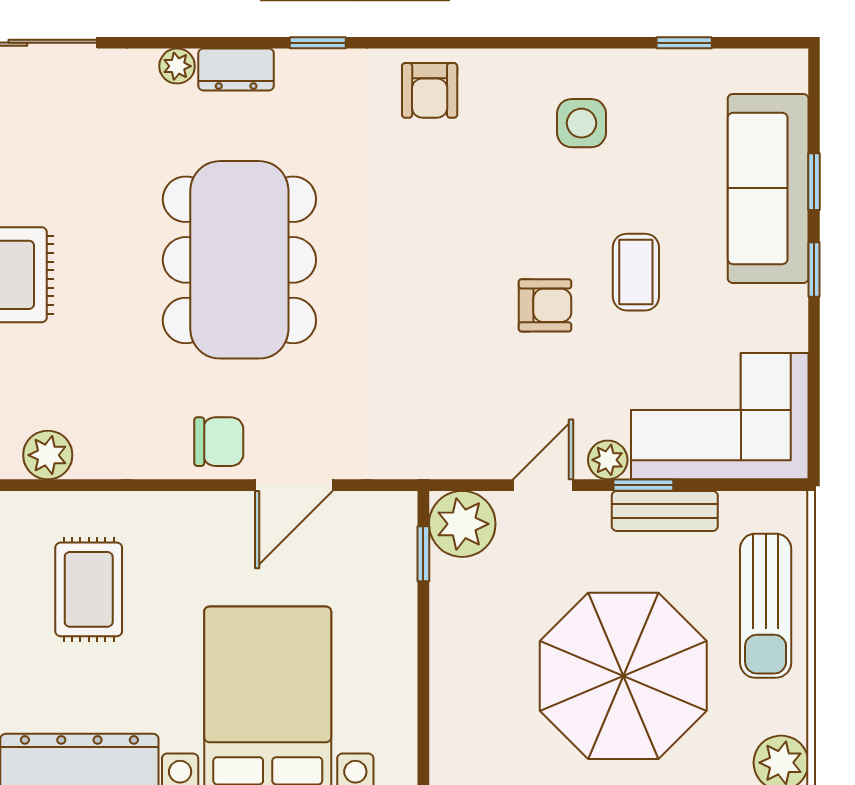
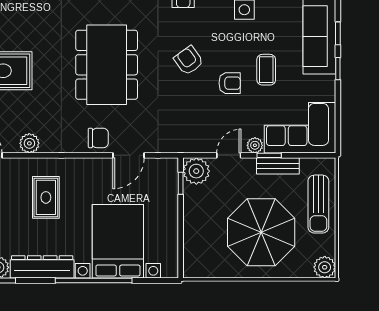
armchair: (443, 249) -> (189, 60), added

